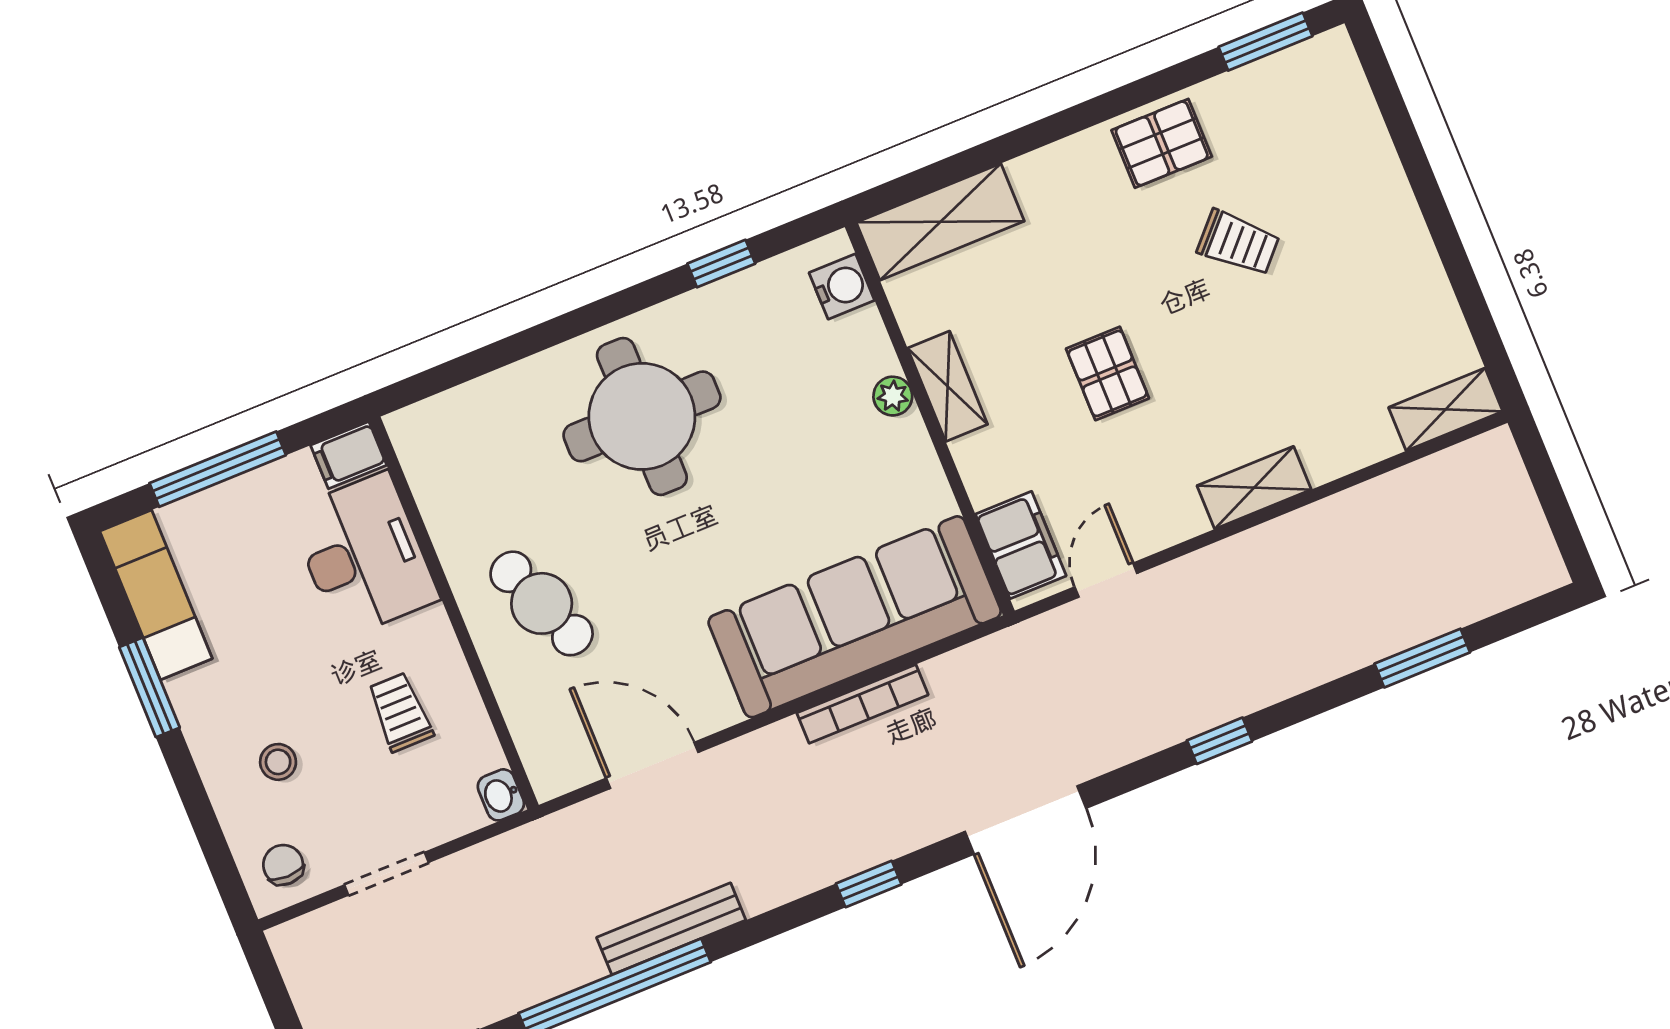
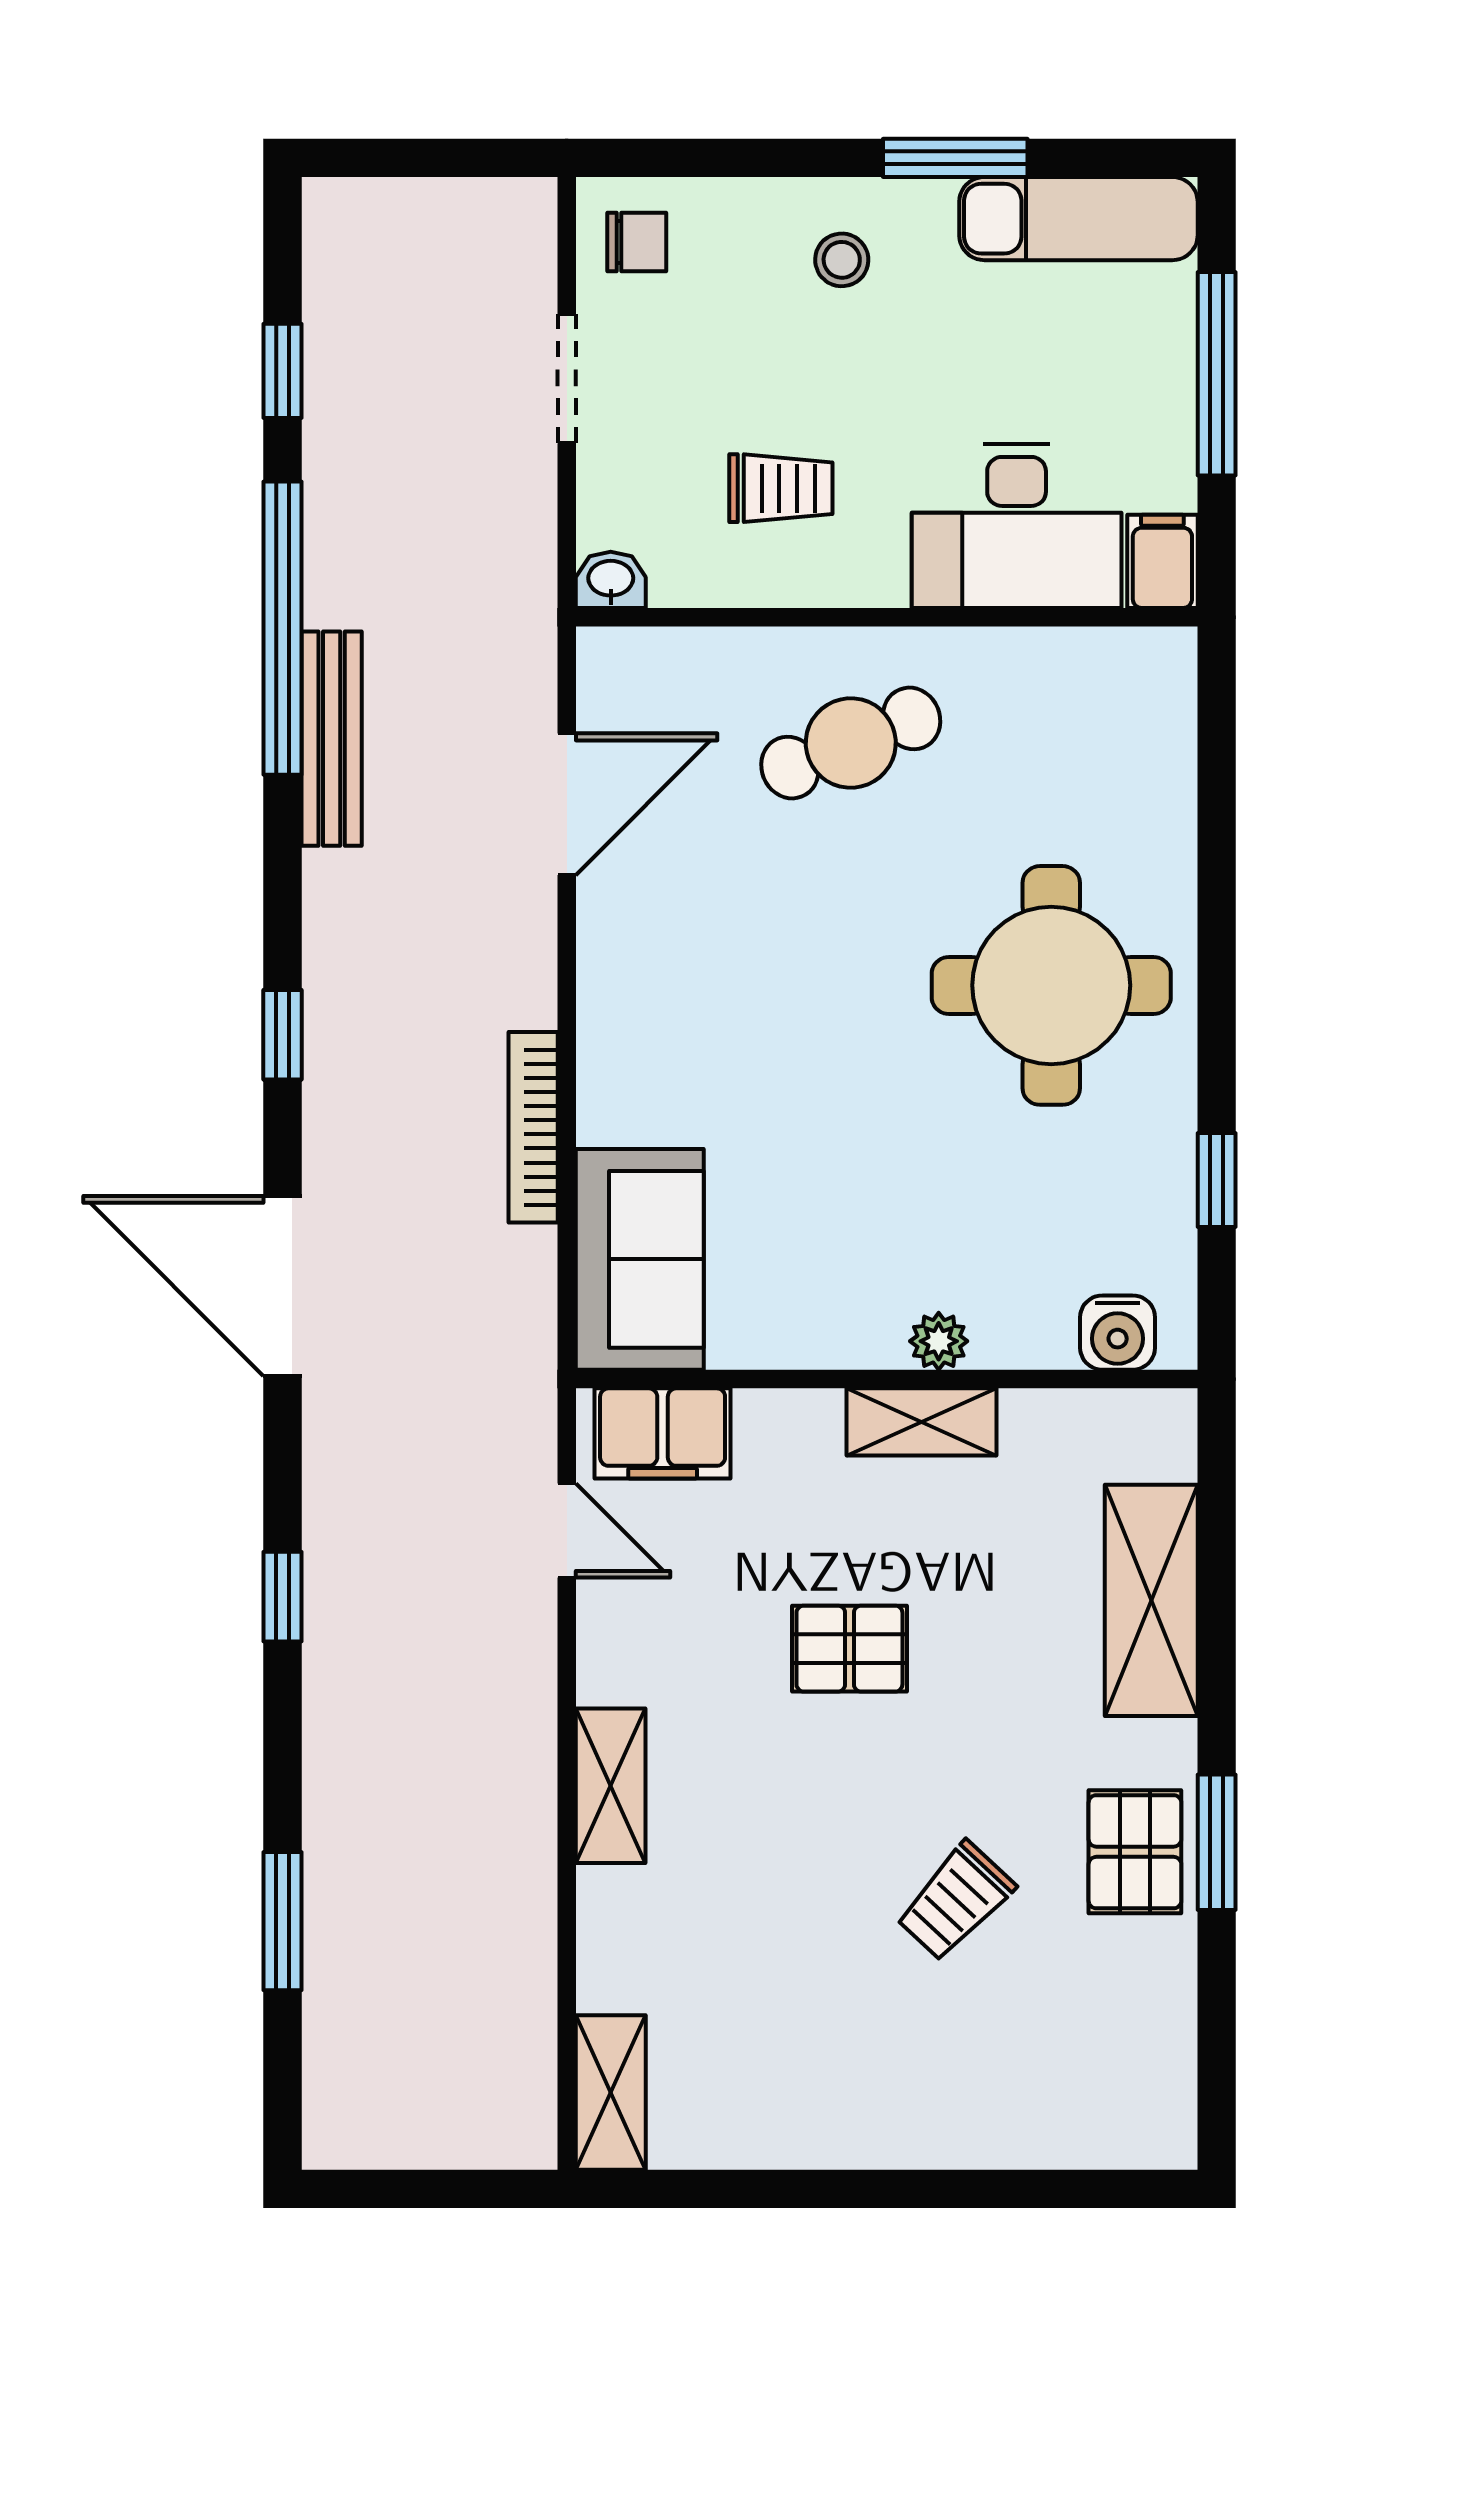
window: (1265, 42) -> (1217, 1842), moved
shelving: (940, 222) -> (1151, 1600), moved
sofa: (855, 617) -> (640, 1259), width x0.54, depth x0.79
stool: (278, 762) -> (842, 260), moved

